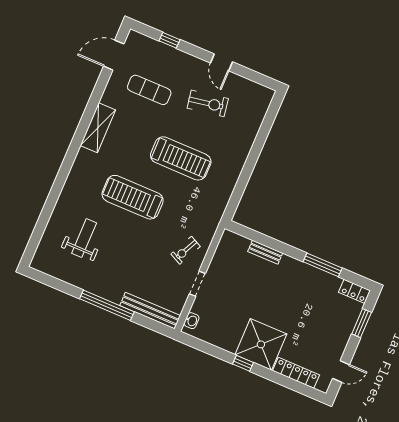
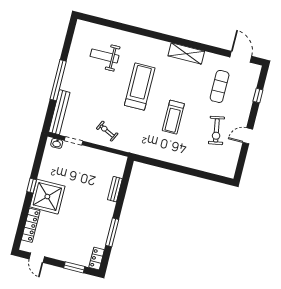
treadmill: (181, 158) -> (173, 117), width x0.73, depth x0.73
weight bench: (84, 238) -> (104, 56), turned 180
doorway: (197, 284) -> (74, 141), moved

